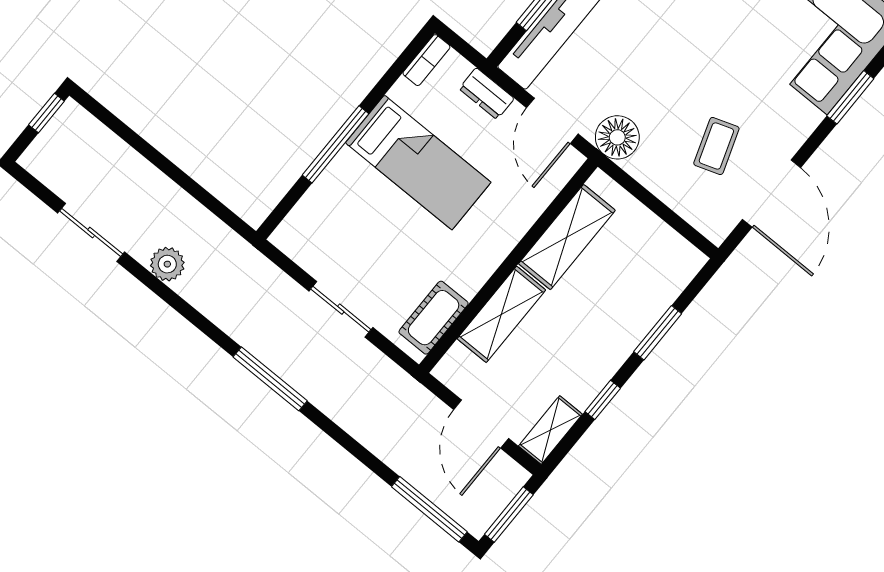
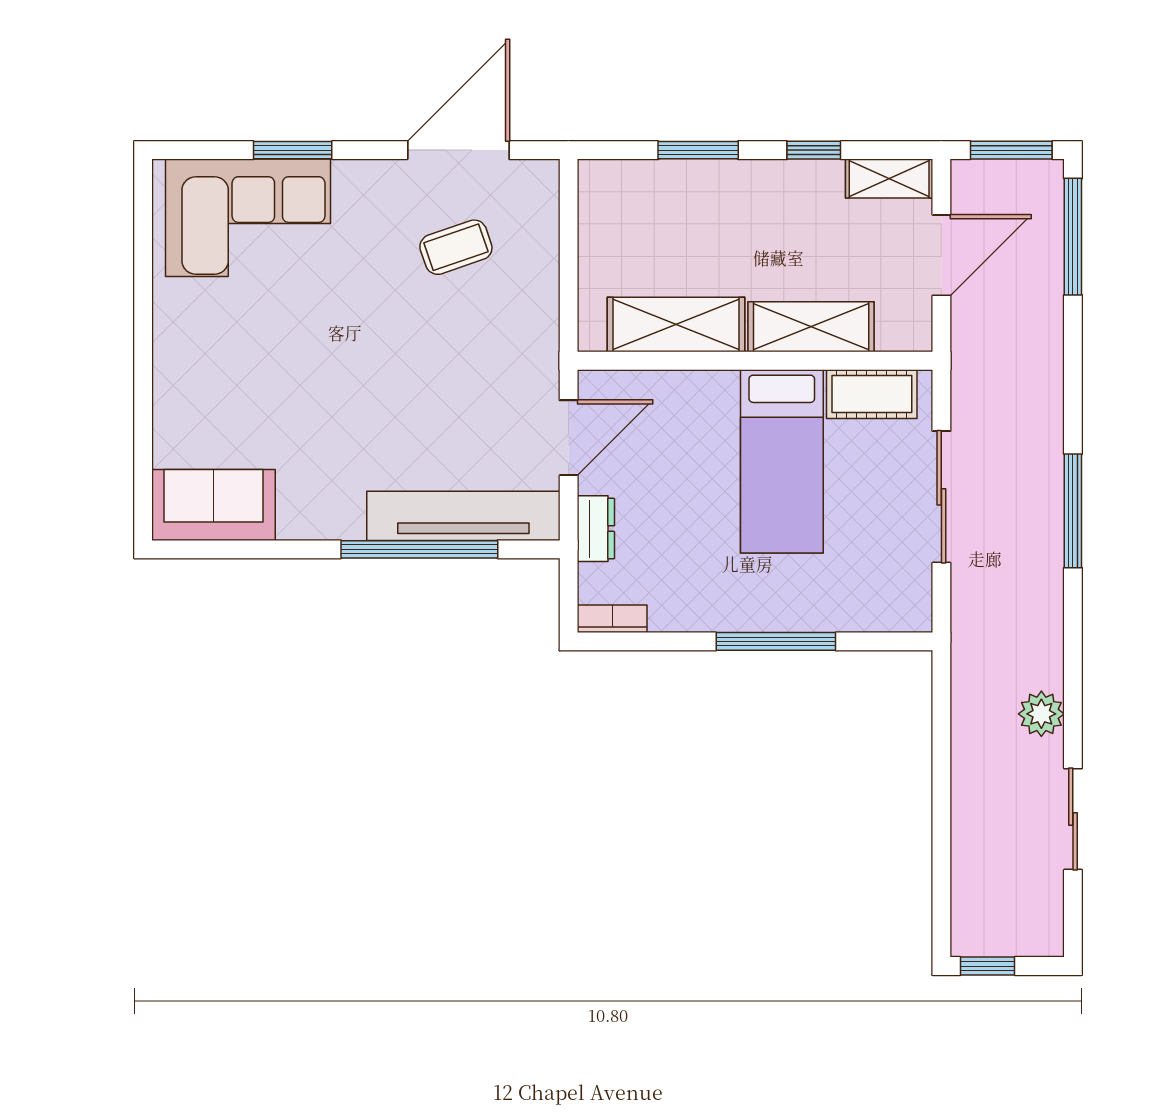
floor lamp: (617, 137) -> (531, 357), removed
bed: (418, 162) -> (782, 461), moved, turned 180
sliding door: (341, 309) -> (941, 497), width x1.37

